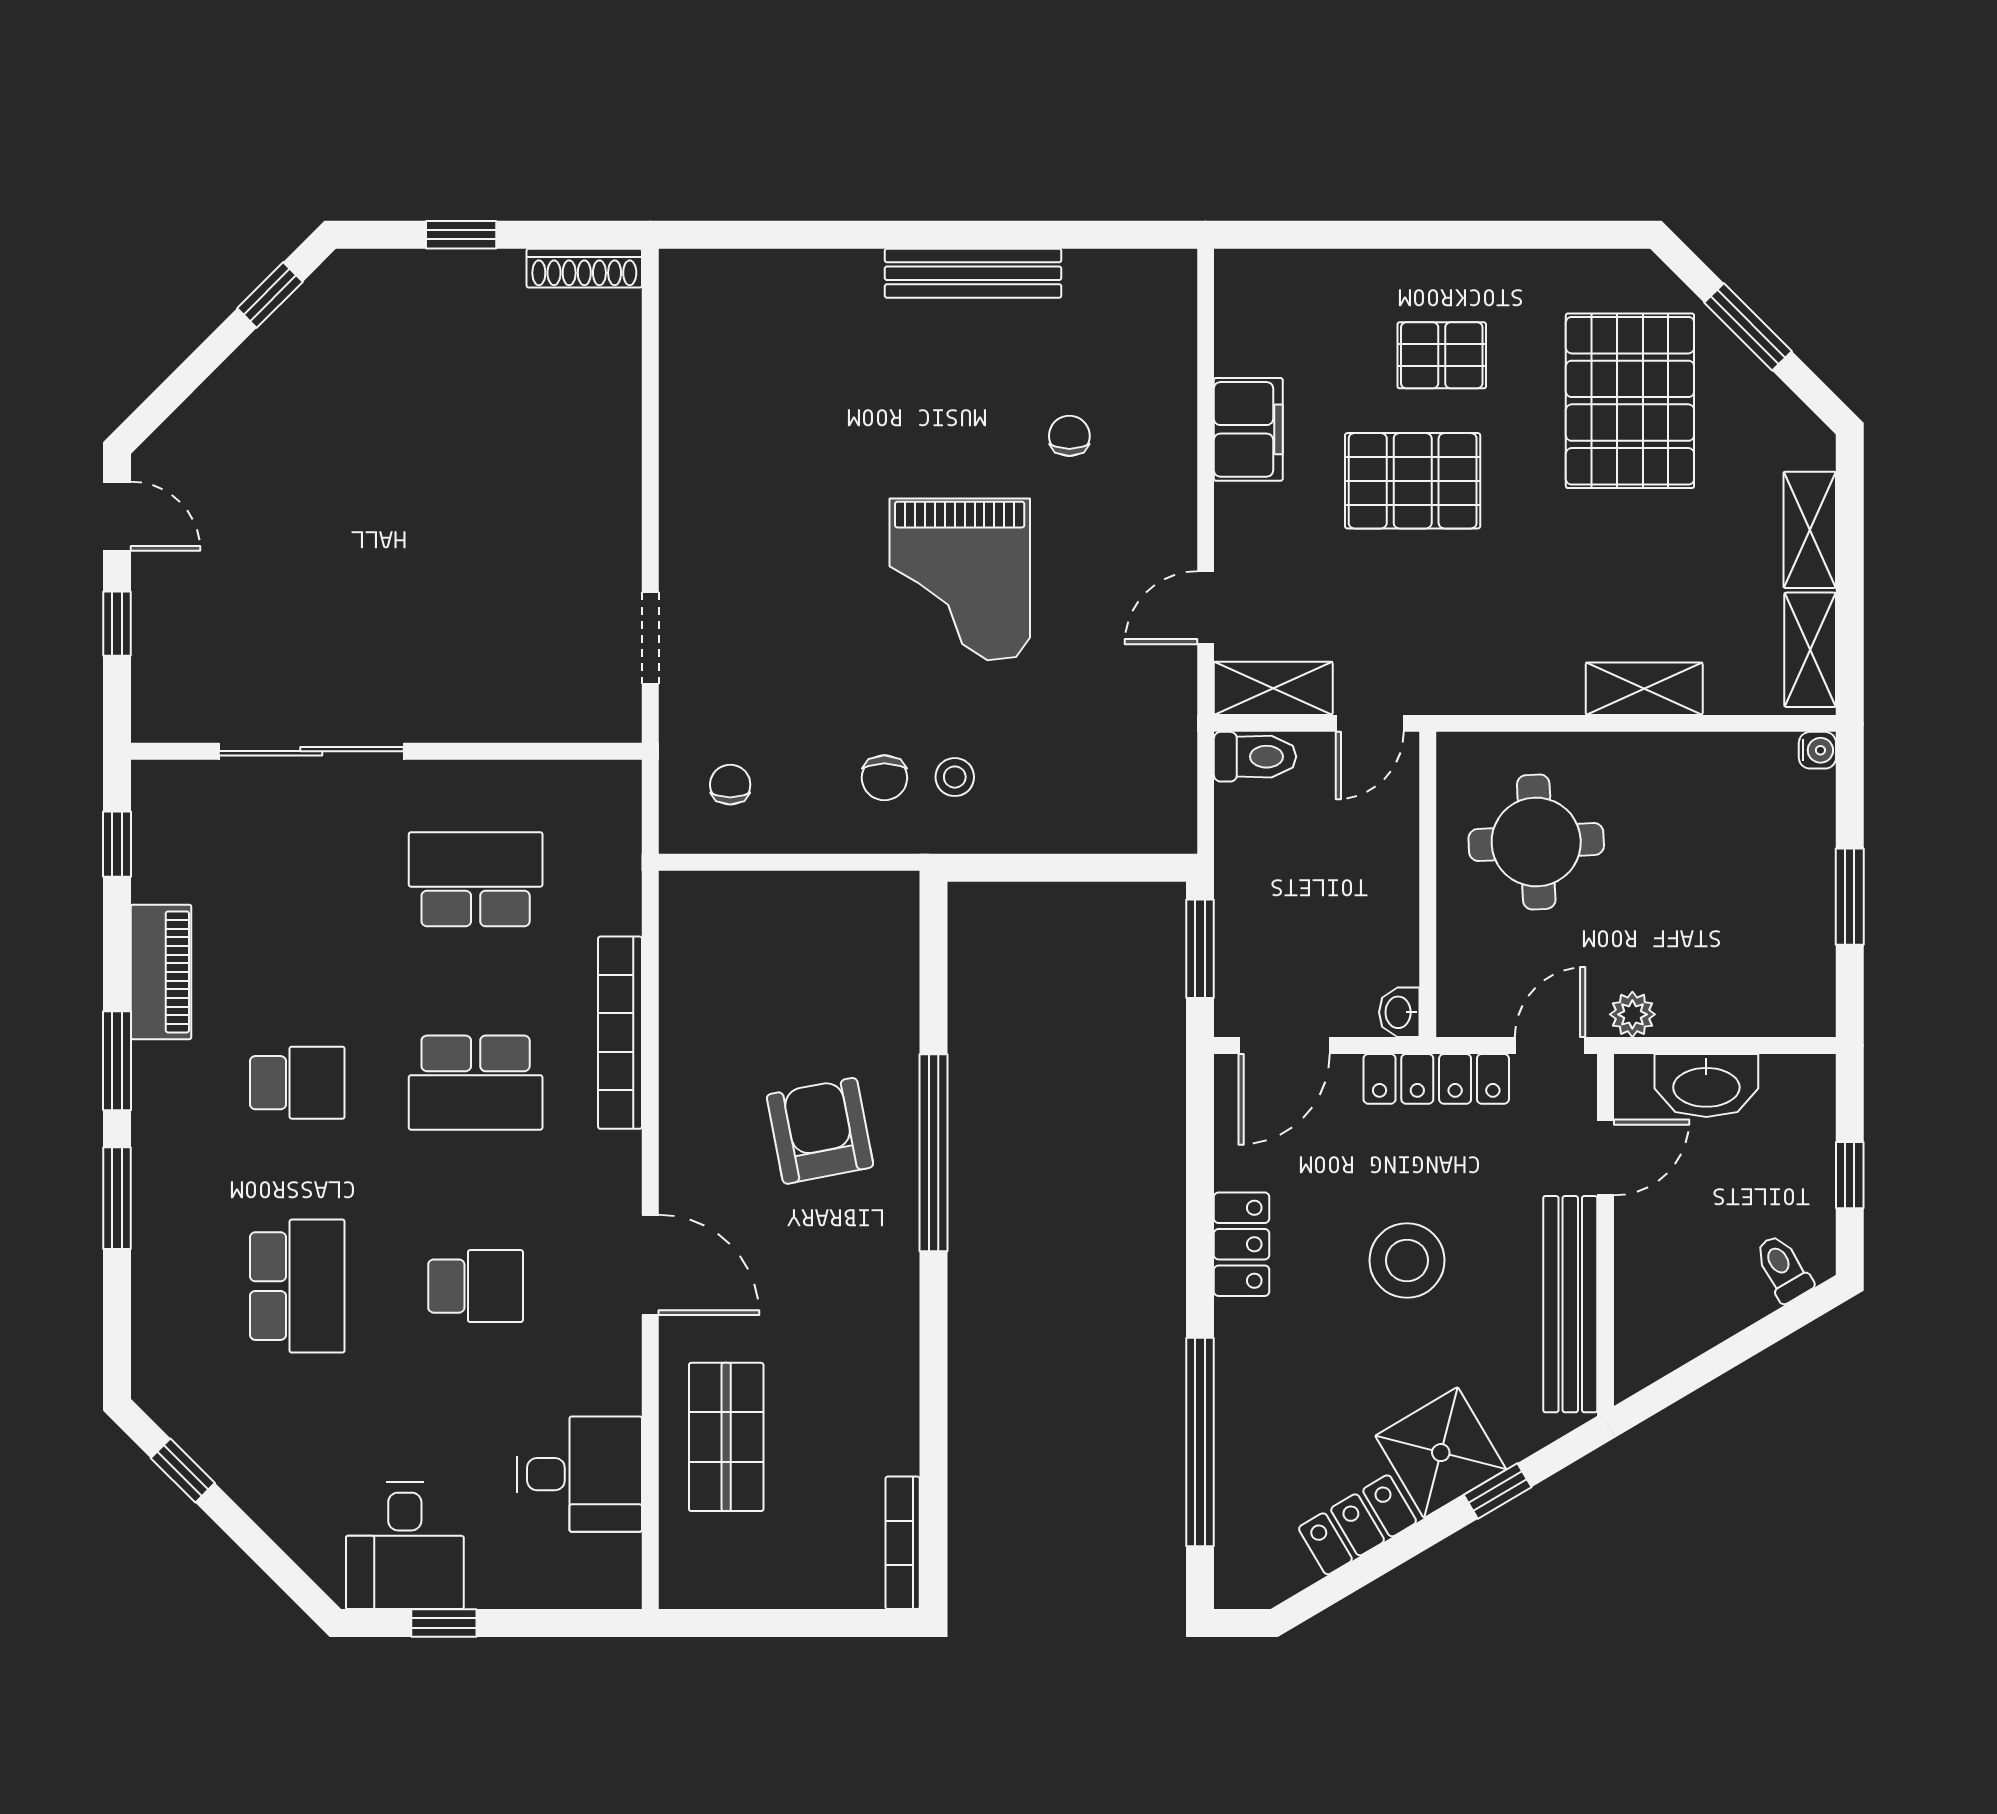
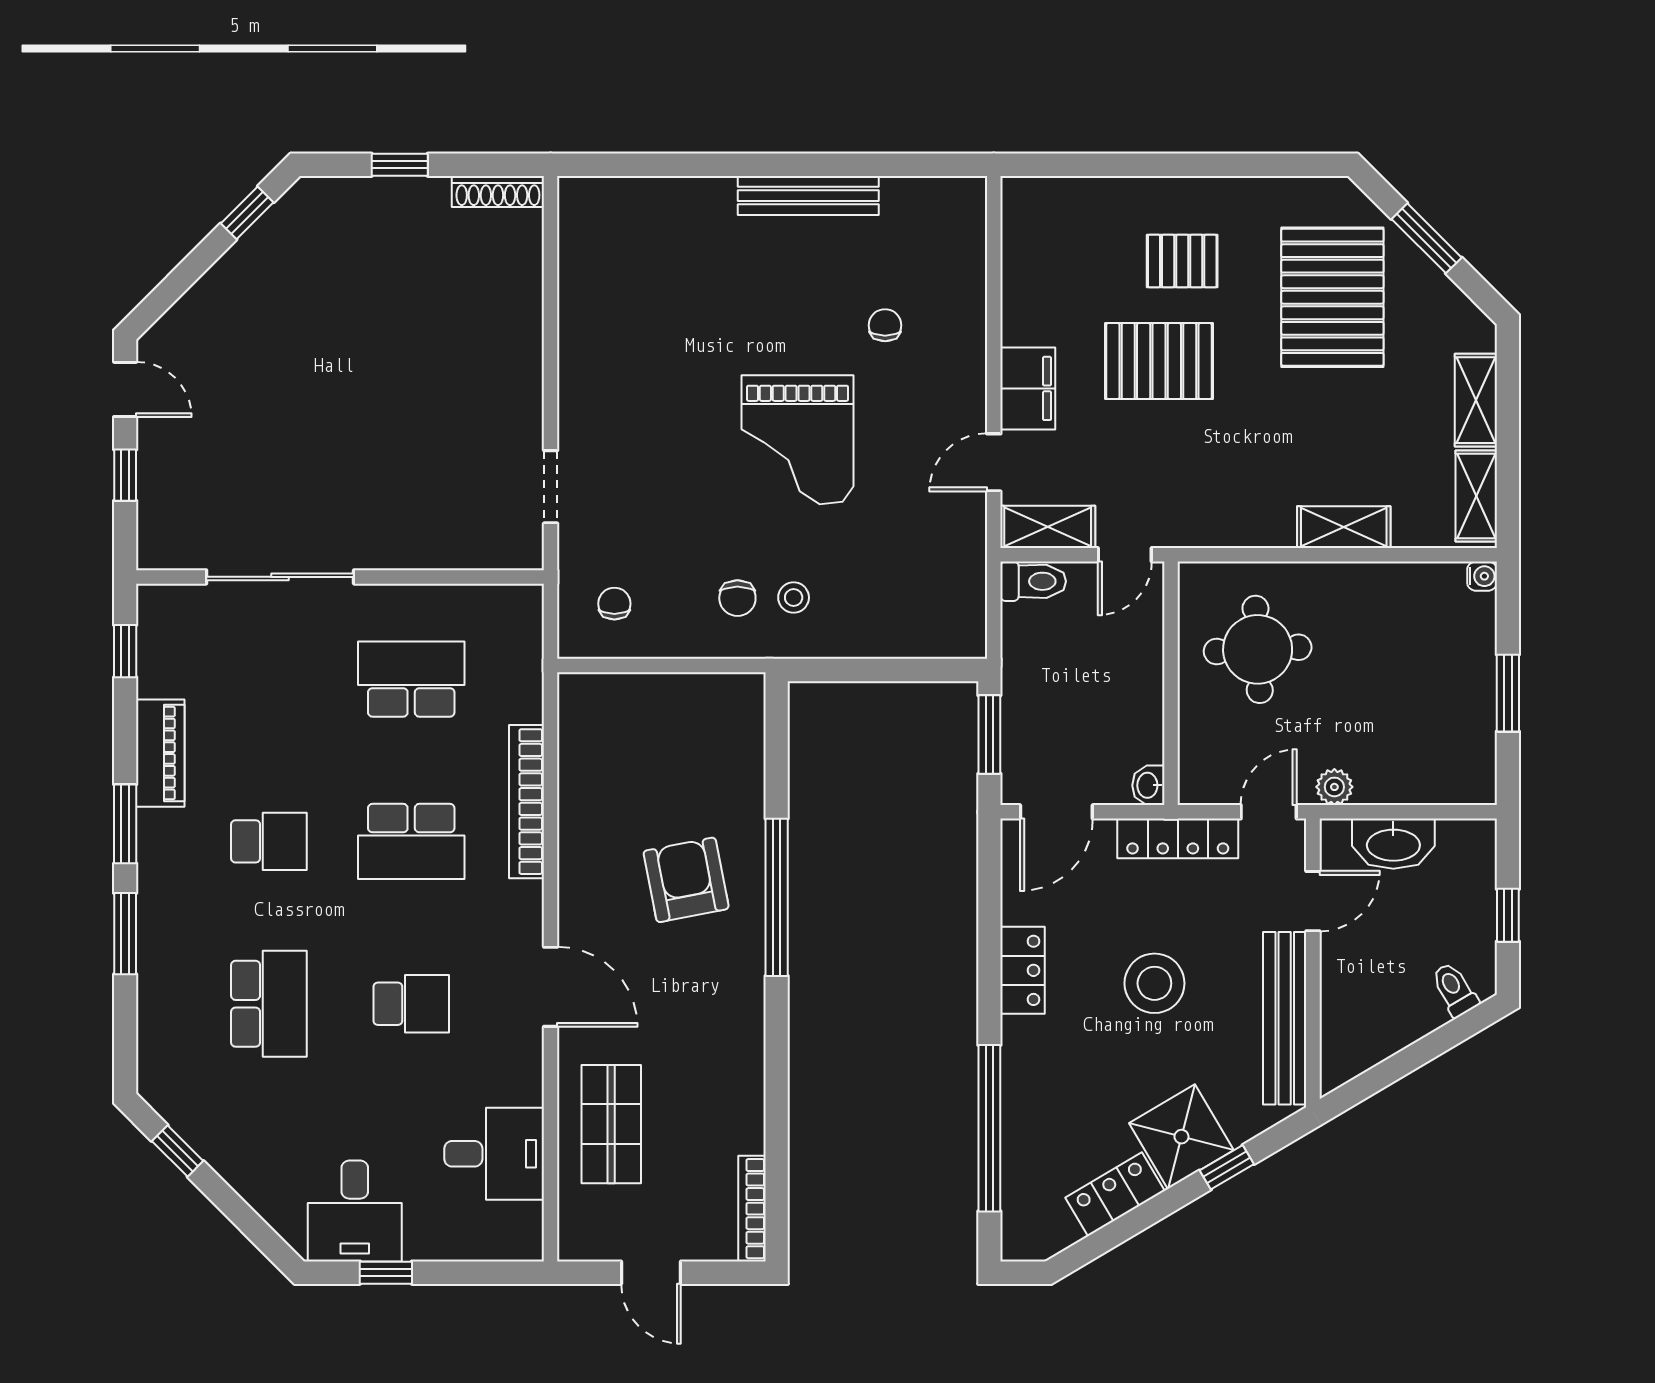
filing cabinet: (1248, 429) -> (1028, 388), moved
door: (776, 1623) -> (651, 1273), added

